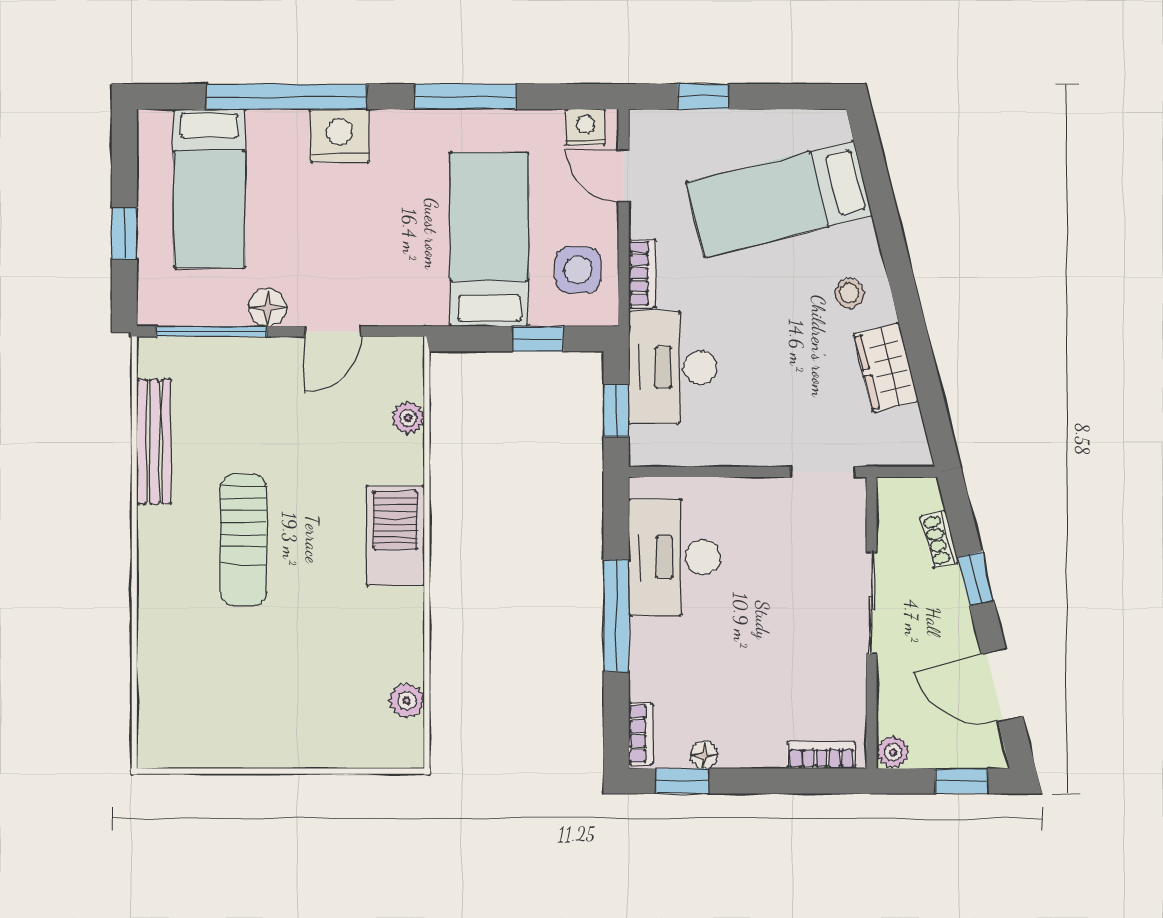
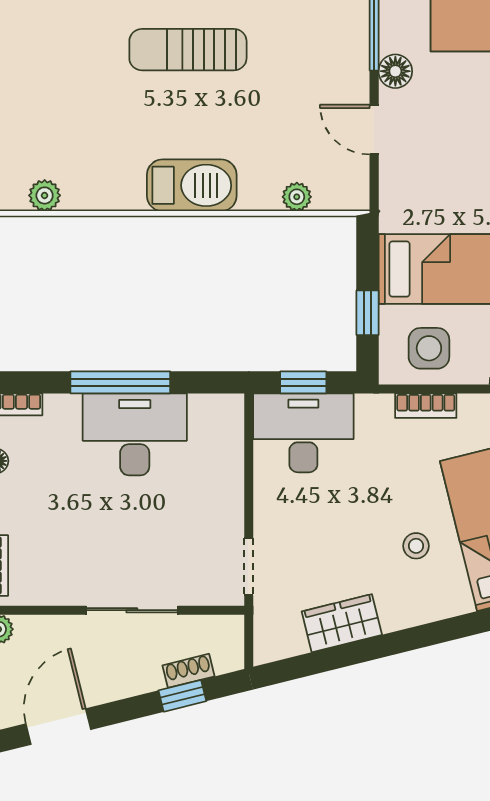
stool: (849, 293) -> (416, 546), moved
desk: (673, 367) -> (303, 433), moved
desk: (674, 557) -> (135, 434), moved
window: (975, 579) -> (182, 696), moved

